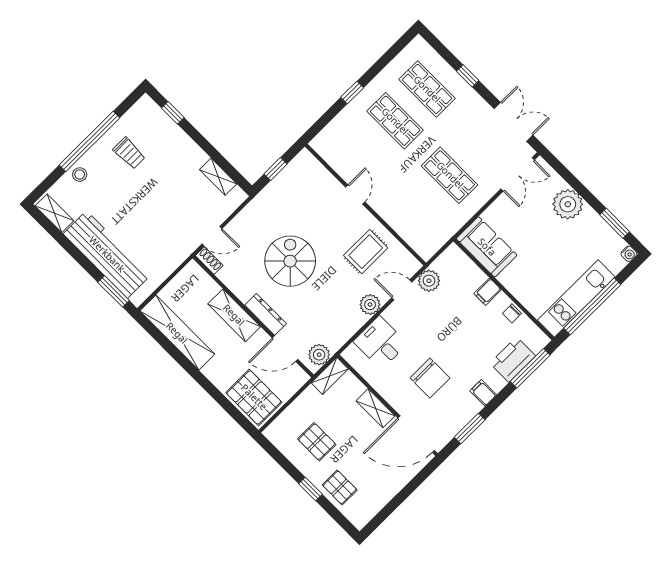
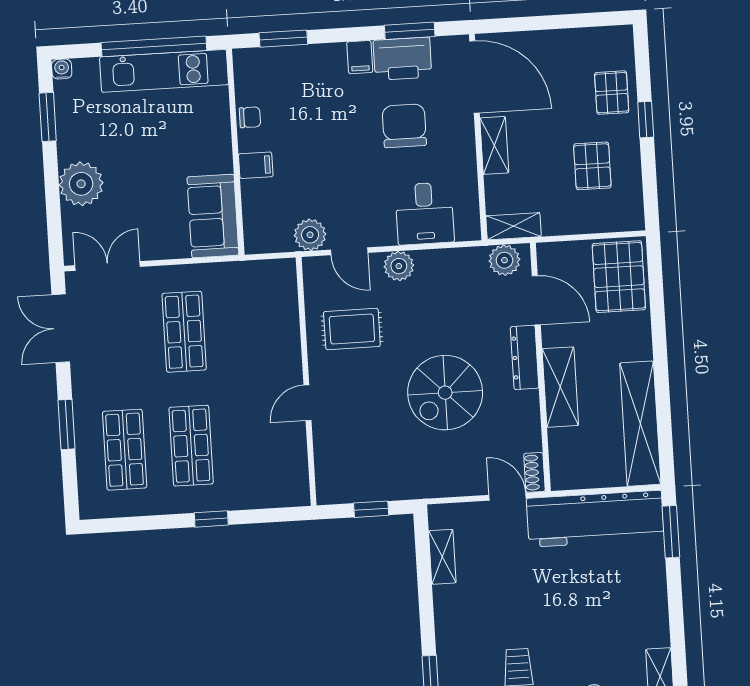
window: (468, 76) -> (67, 424), width x1.50
workbench: (107, 254) -> (595, 519), moved, turned -90
printer: (513, 360) -> (402, 59), moved
window: (530, 368) -> (283, 39), width x0.69

